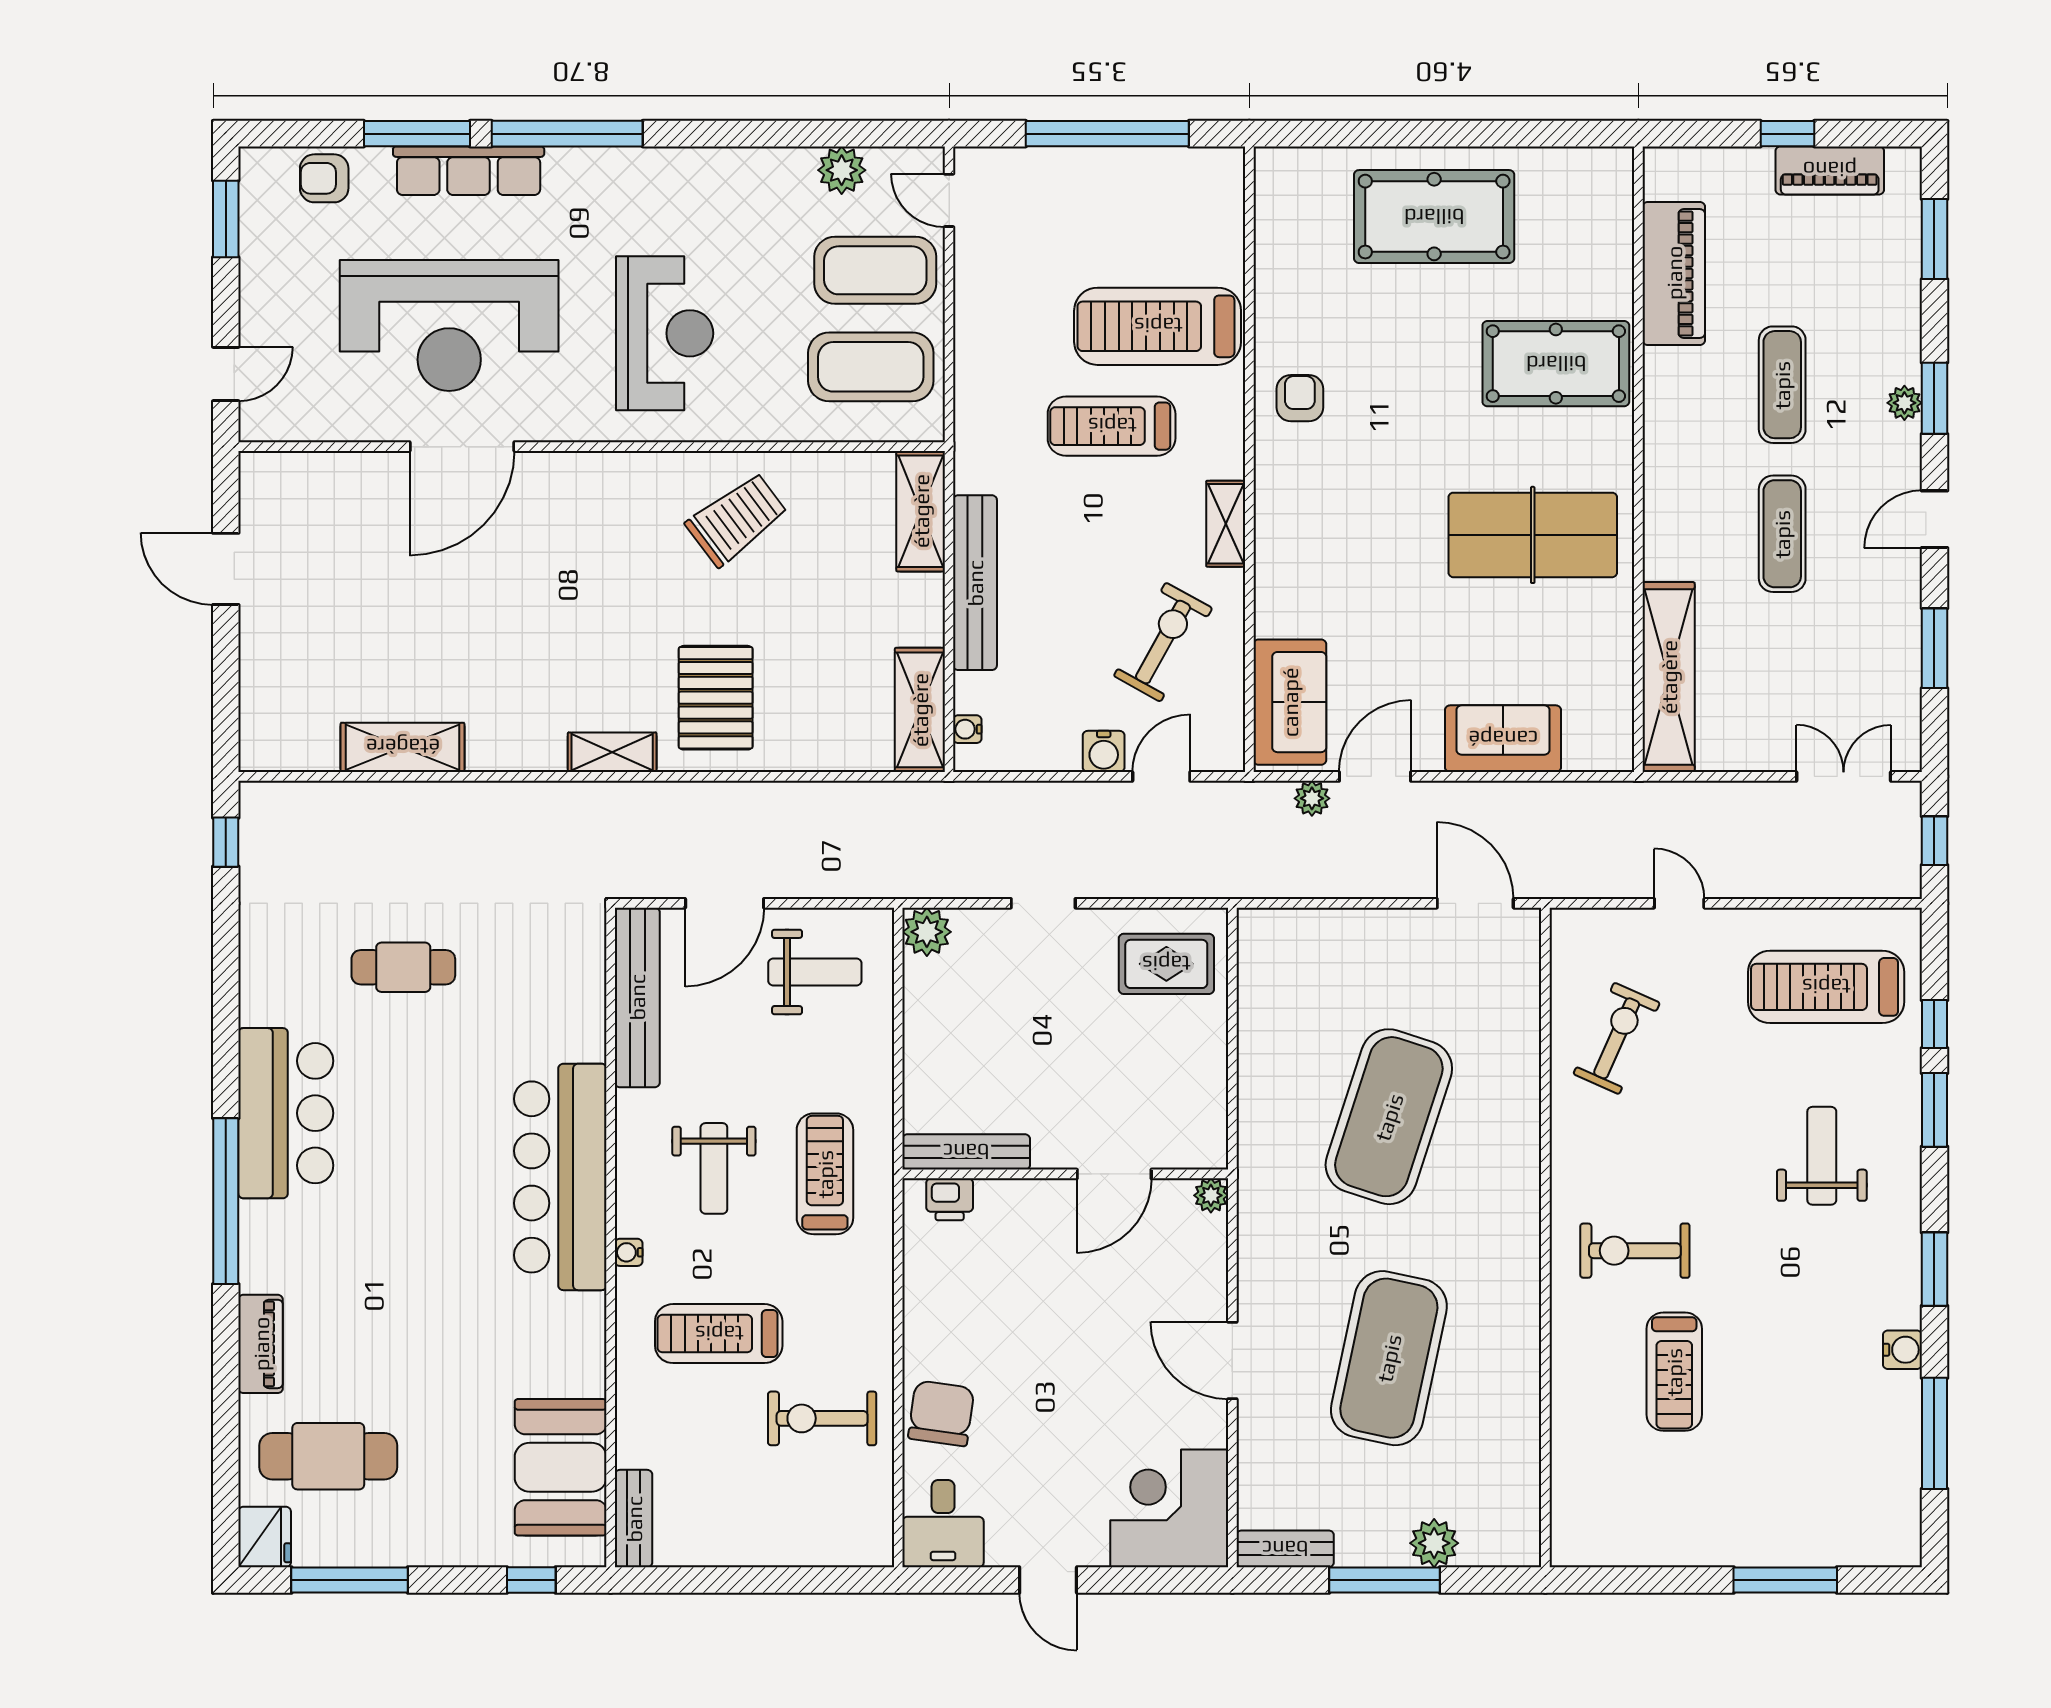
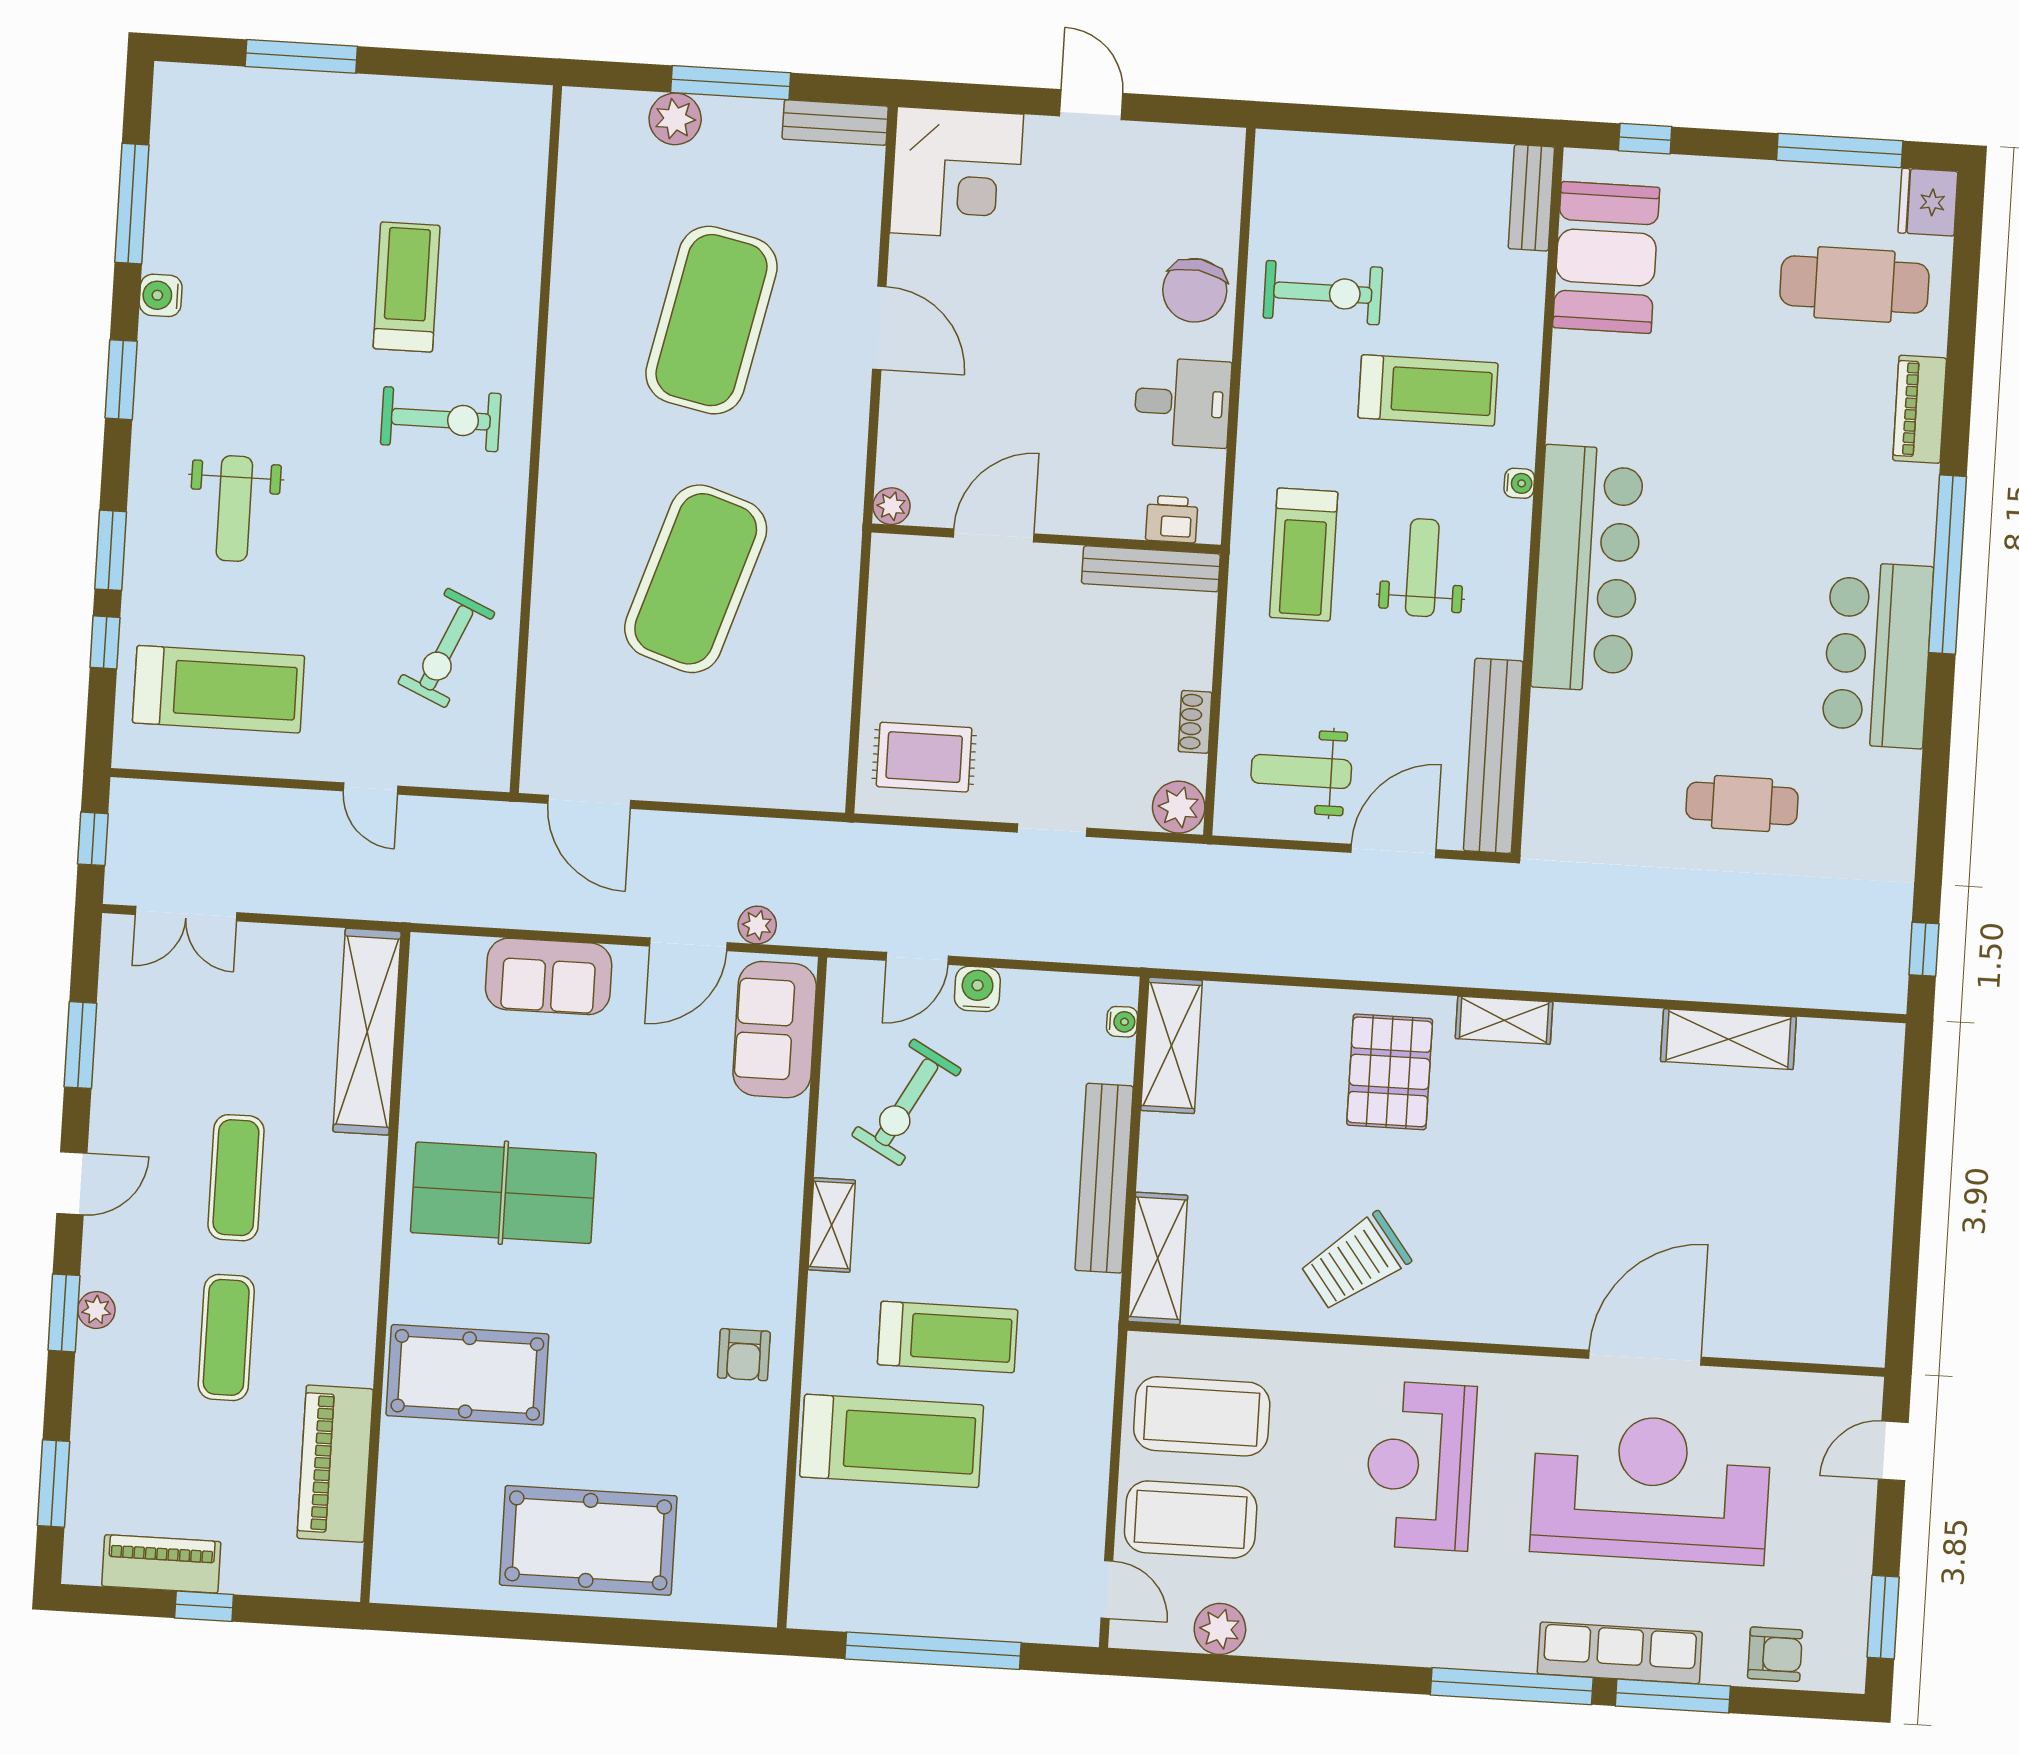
door: (226, 569) -> (1906, 1242), removed
shoe rack: (916, 1012) -> (1195, 722), added
desk: (943, 1524) -> (1183, 403), moved, turned 90

